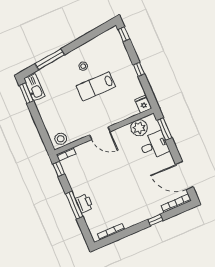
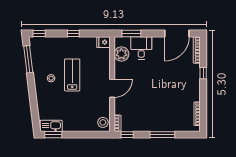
window: (50, 59) -> (28, 59), moved
lab bench: (96, 86) -> (72, 75), turned 180
printer: (84, 203) -> (164, 126), removed

